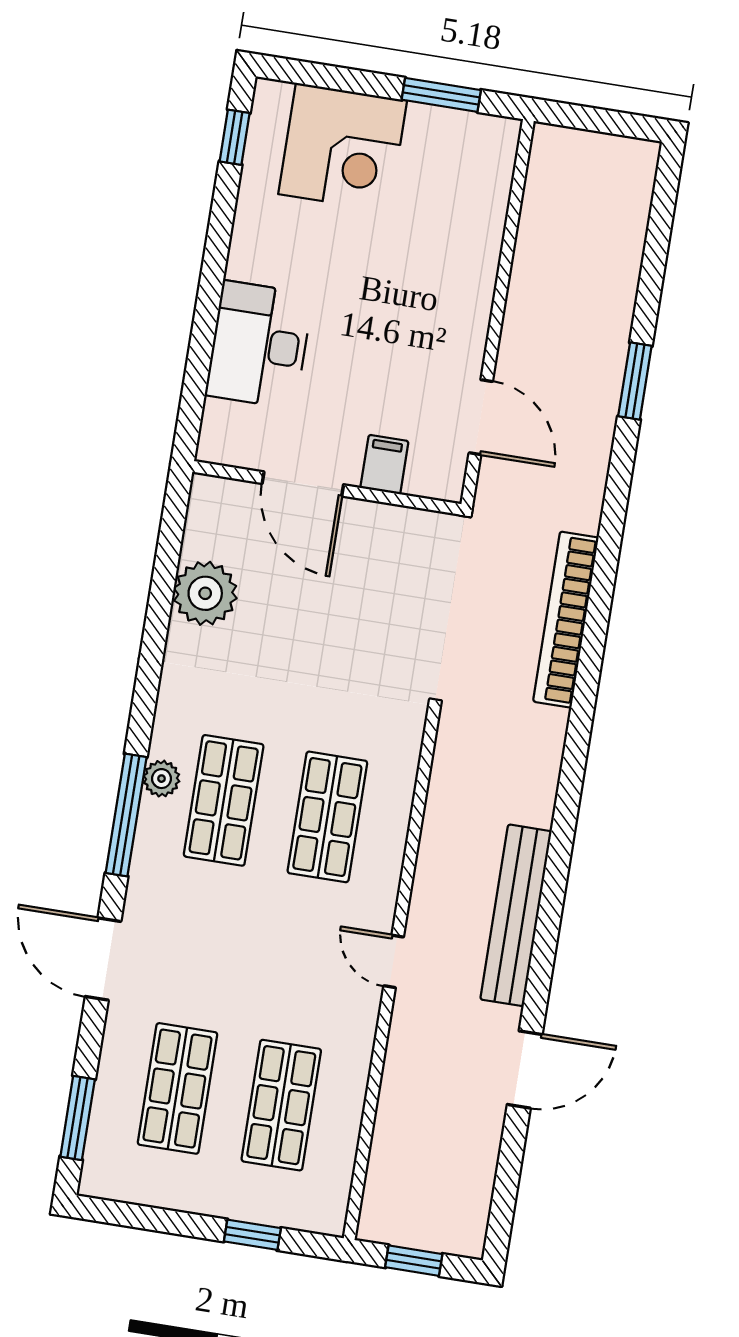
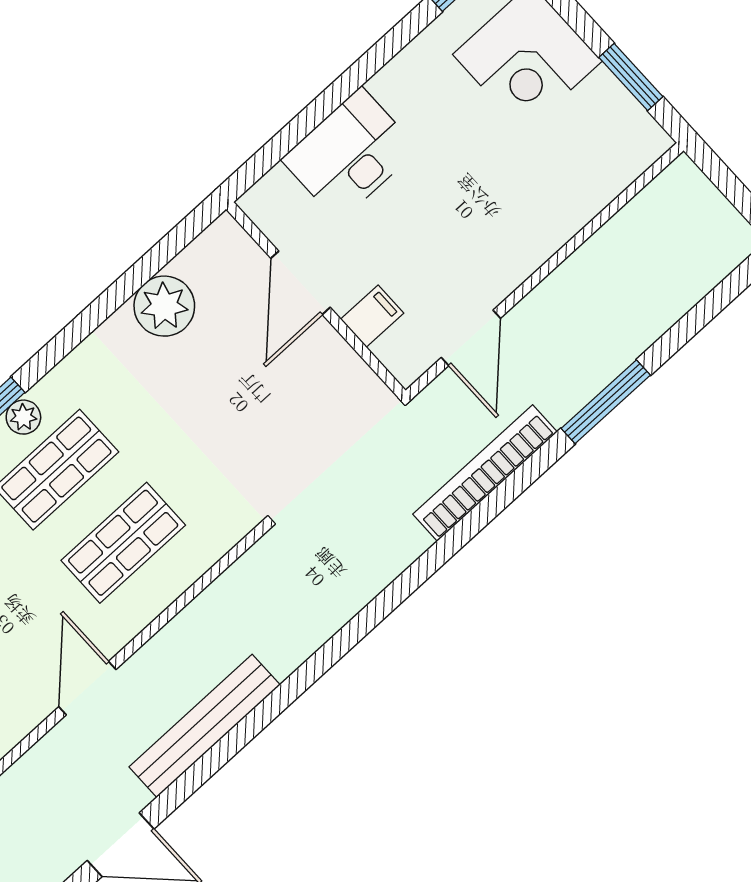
window: (635, 381) -> (606, 402), width x1.44
bookcase: (566, 620) -> (485, 473), moved
door: (394, 961) -> (87, 688), width x1.37

